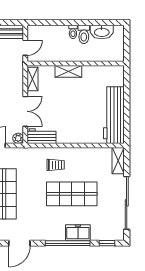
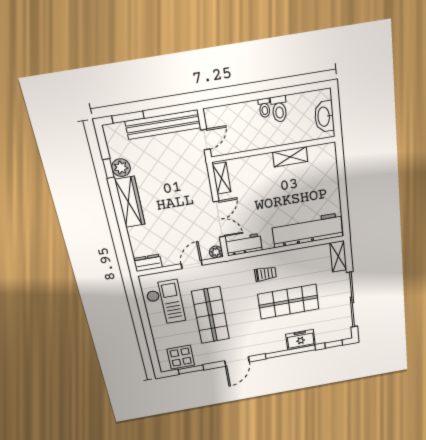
washbasin: (102, 32) -> (324, 117), moved, turned 90
shelving: (68, 71) -> (290, 157), moved
workbench: (114, 115) -> (307, 230), moved, turned 90

